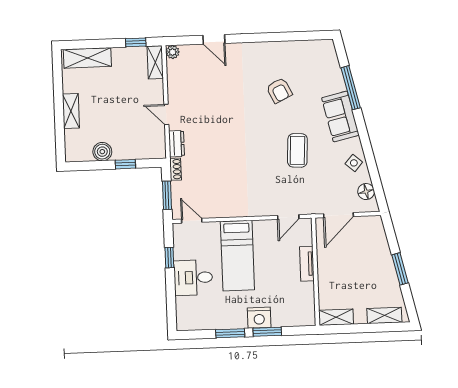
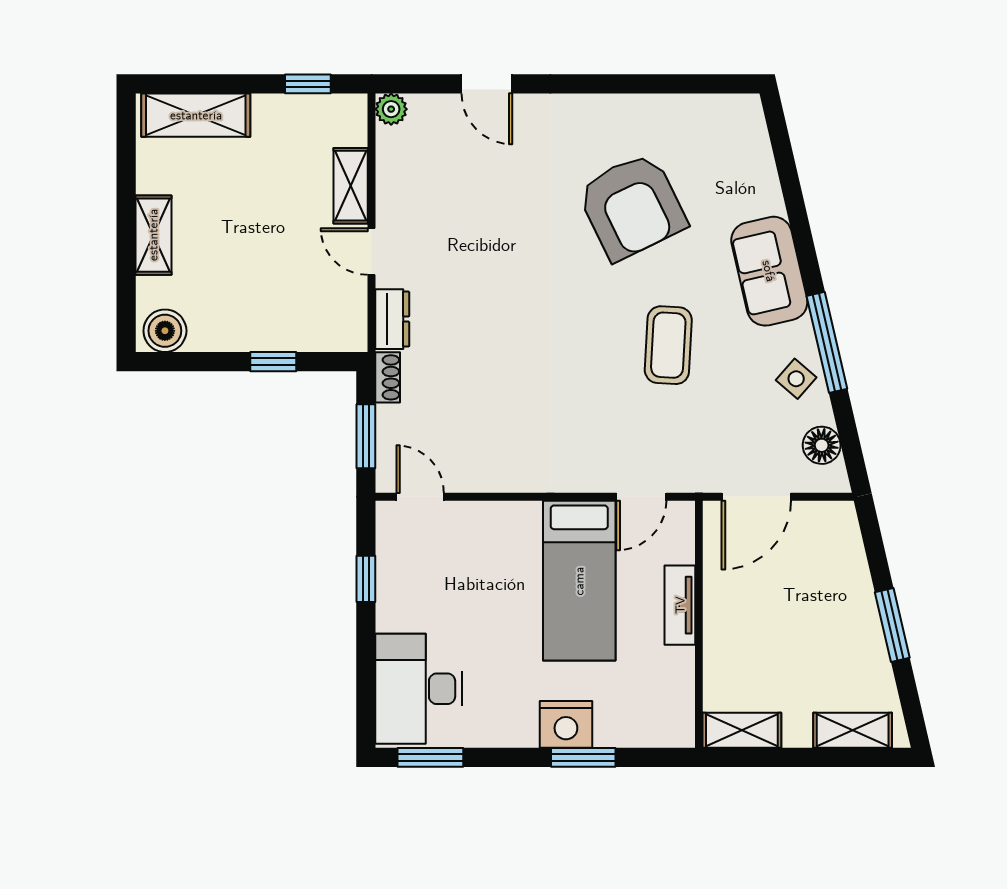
shelving: (155, 62) -> (351, 186), moved
window: (351, 88) -> (827, 342), moved
armchair: (279, 90) -> (632, 206), width x1.88, depth x1.88
boiler: (102, 152) -> (165, 331), moved
bed: (237, 256) -> (579, 581), moved
desk: (193, 278) -> (419, 689), moved, width x1.37
window: (230, 333) -> (430, 757), moved

